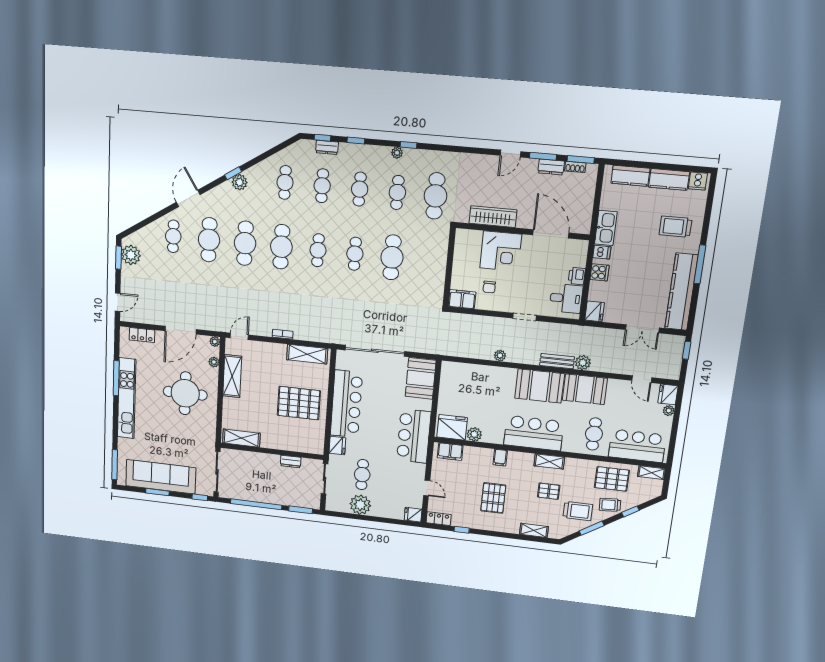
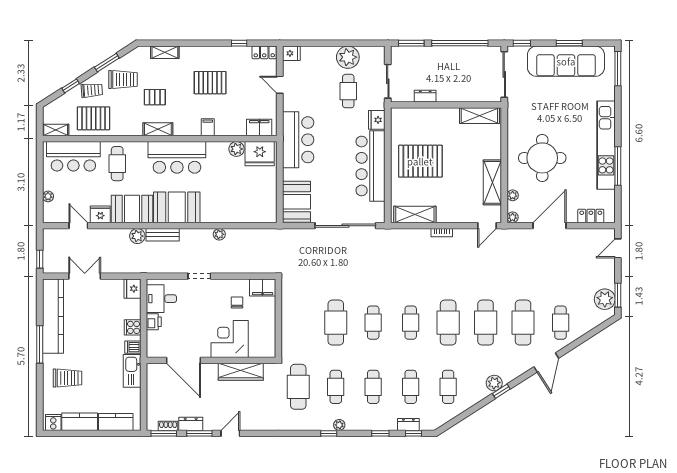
fridge: (668, 394) -> (100, 214), moved, turned -90
pallet: (493, 498) -> (210, 83), turned 90
trolley: (578, 511) -> (123, 79), turned 180

